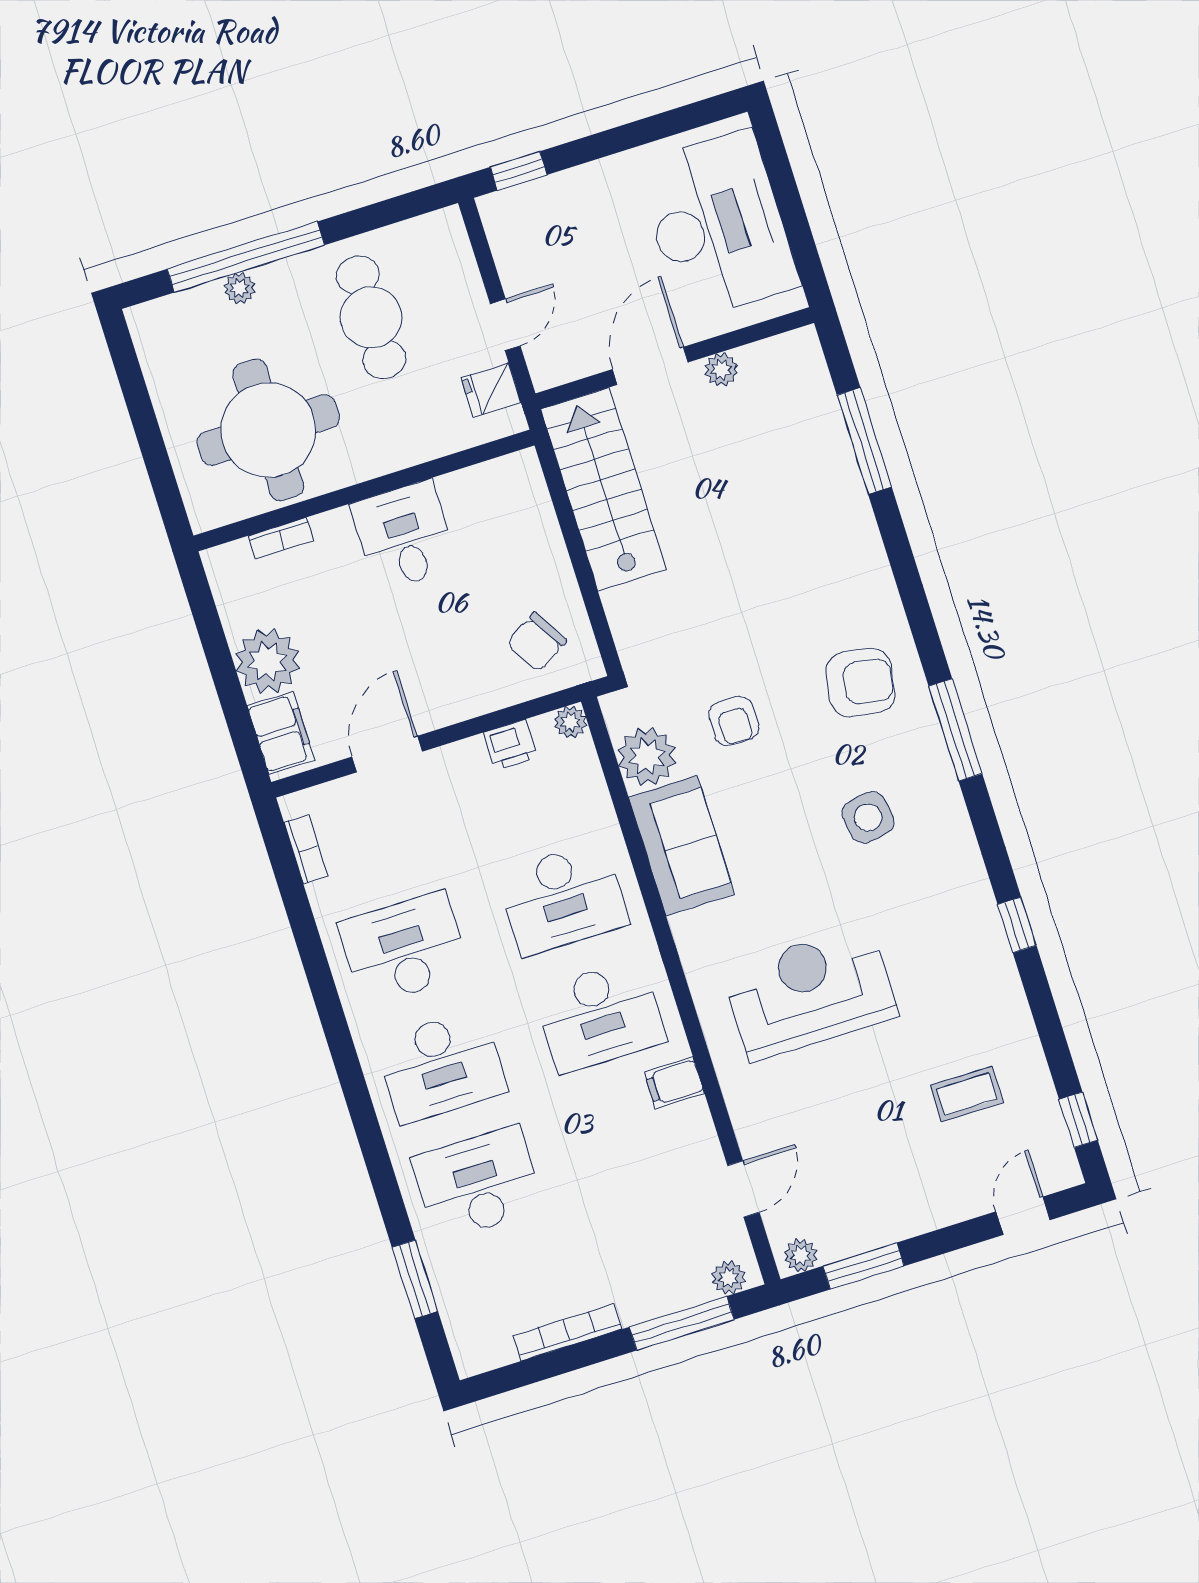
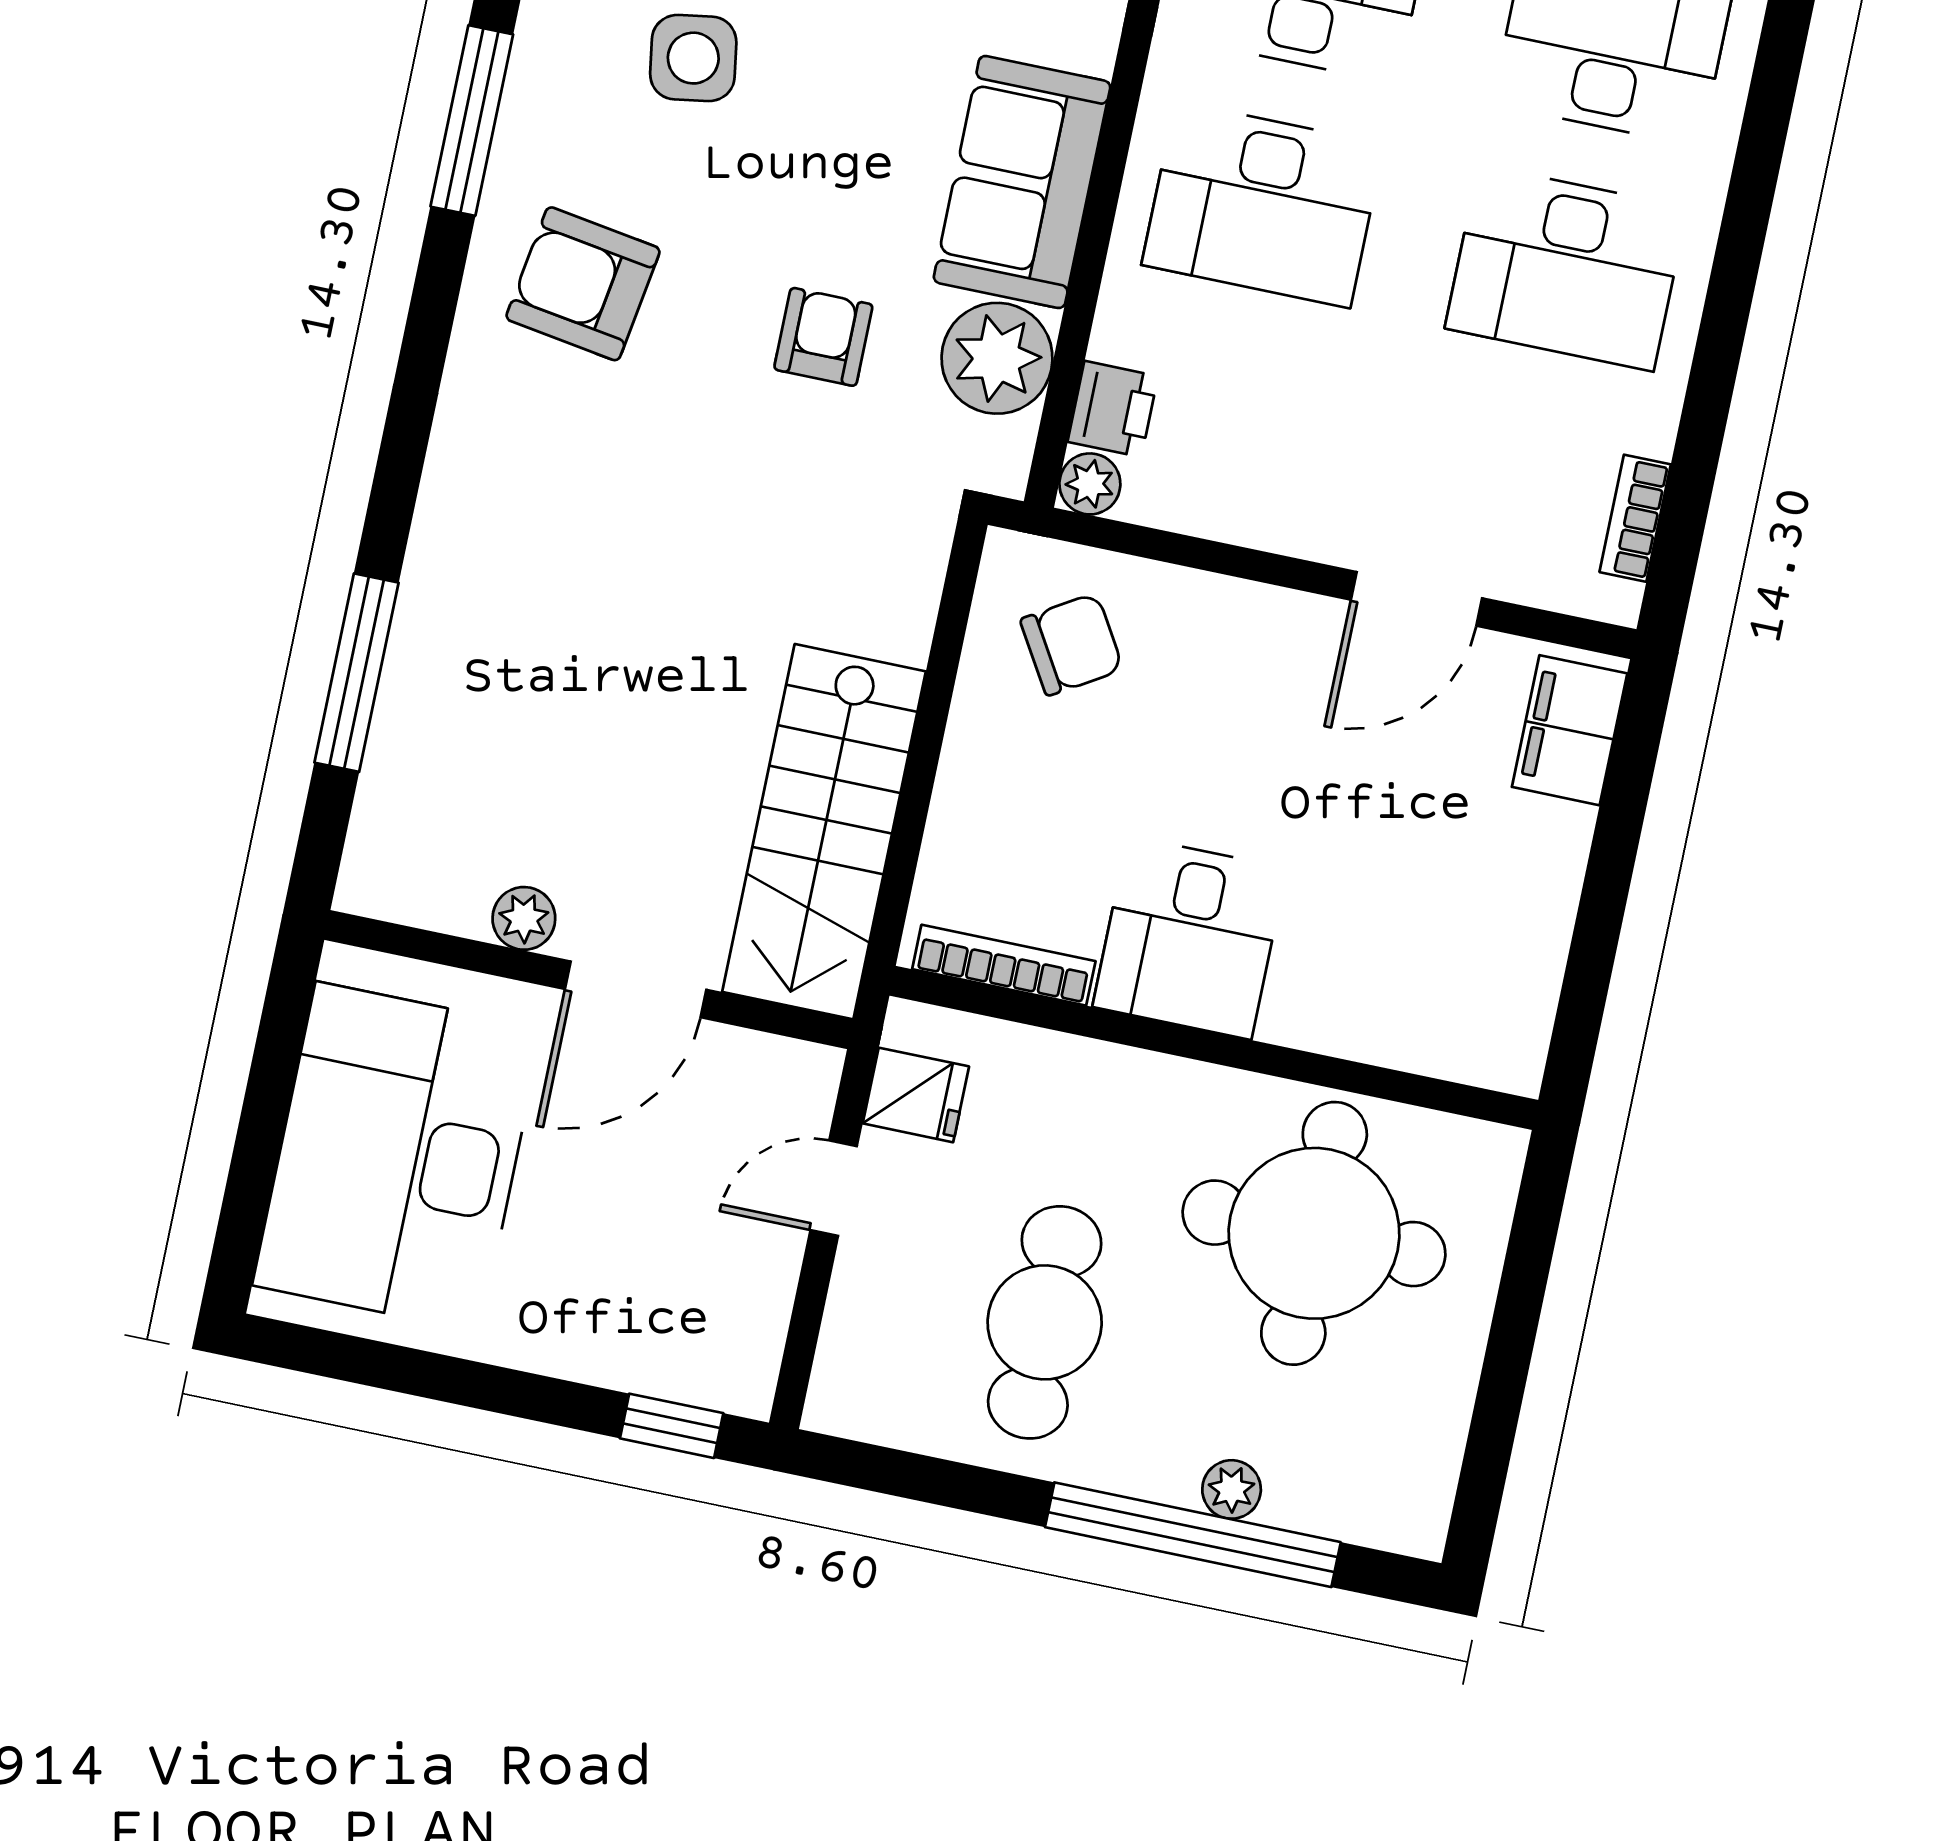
bookcase: (281, 538) -> (1004, 965), moved, width x1.56
plant: (267, 661) -> (1526, 859), removed
printer: (510, 745) -> (1113, 409), moved, turned 90
desk: (563, 898) -> (1263, 205), turned 180

